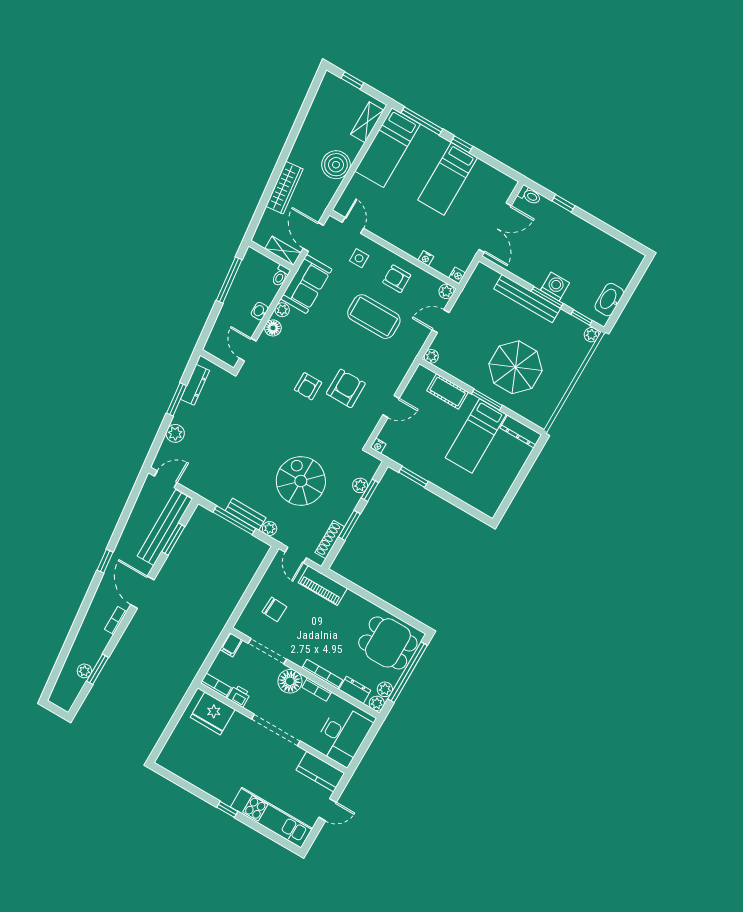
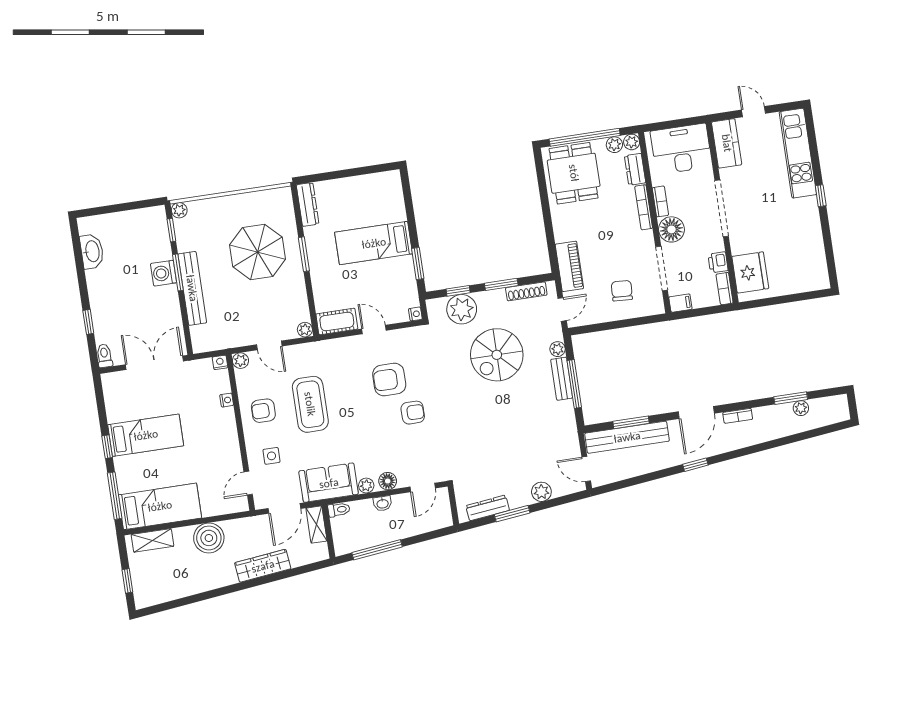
armchair: (397, 279) -> (263, 411), turned 90
washbasin: (609, 300) -> (92, 251), moved, turned -90
cot: (448, 391) -> (337, 321), moved, turned 90
bed: (476, 436) -> (374, 243), moved, turned 180
plant: (360, 485) -> (462, 309), width x1.88, depth x1.88

